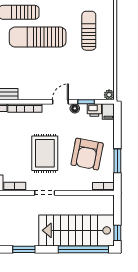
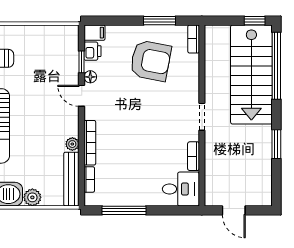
plant: (109, 95) -> (72, 144), moved
rug: (45, 153) -> (149, 116), removed

